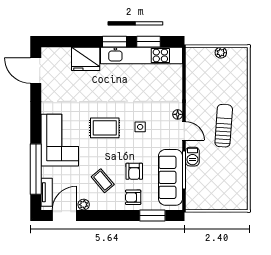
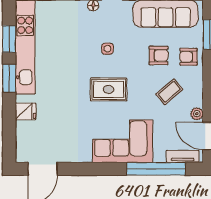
fridge: (86, 59) -> (26, 111), width x0.53, depth x0.75
rug: (105, 128) -> (109, 89), turned 90
armchair: (133, 197) -> (189, 57), turned 90

